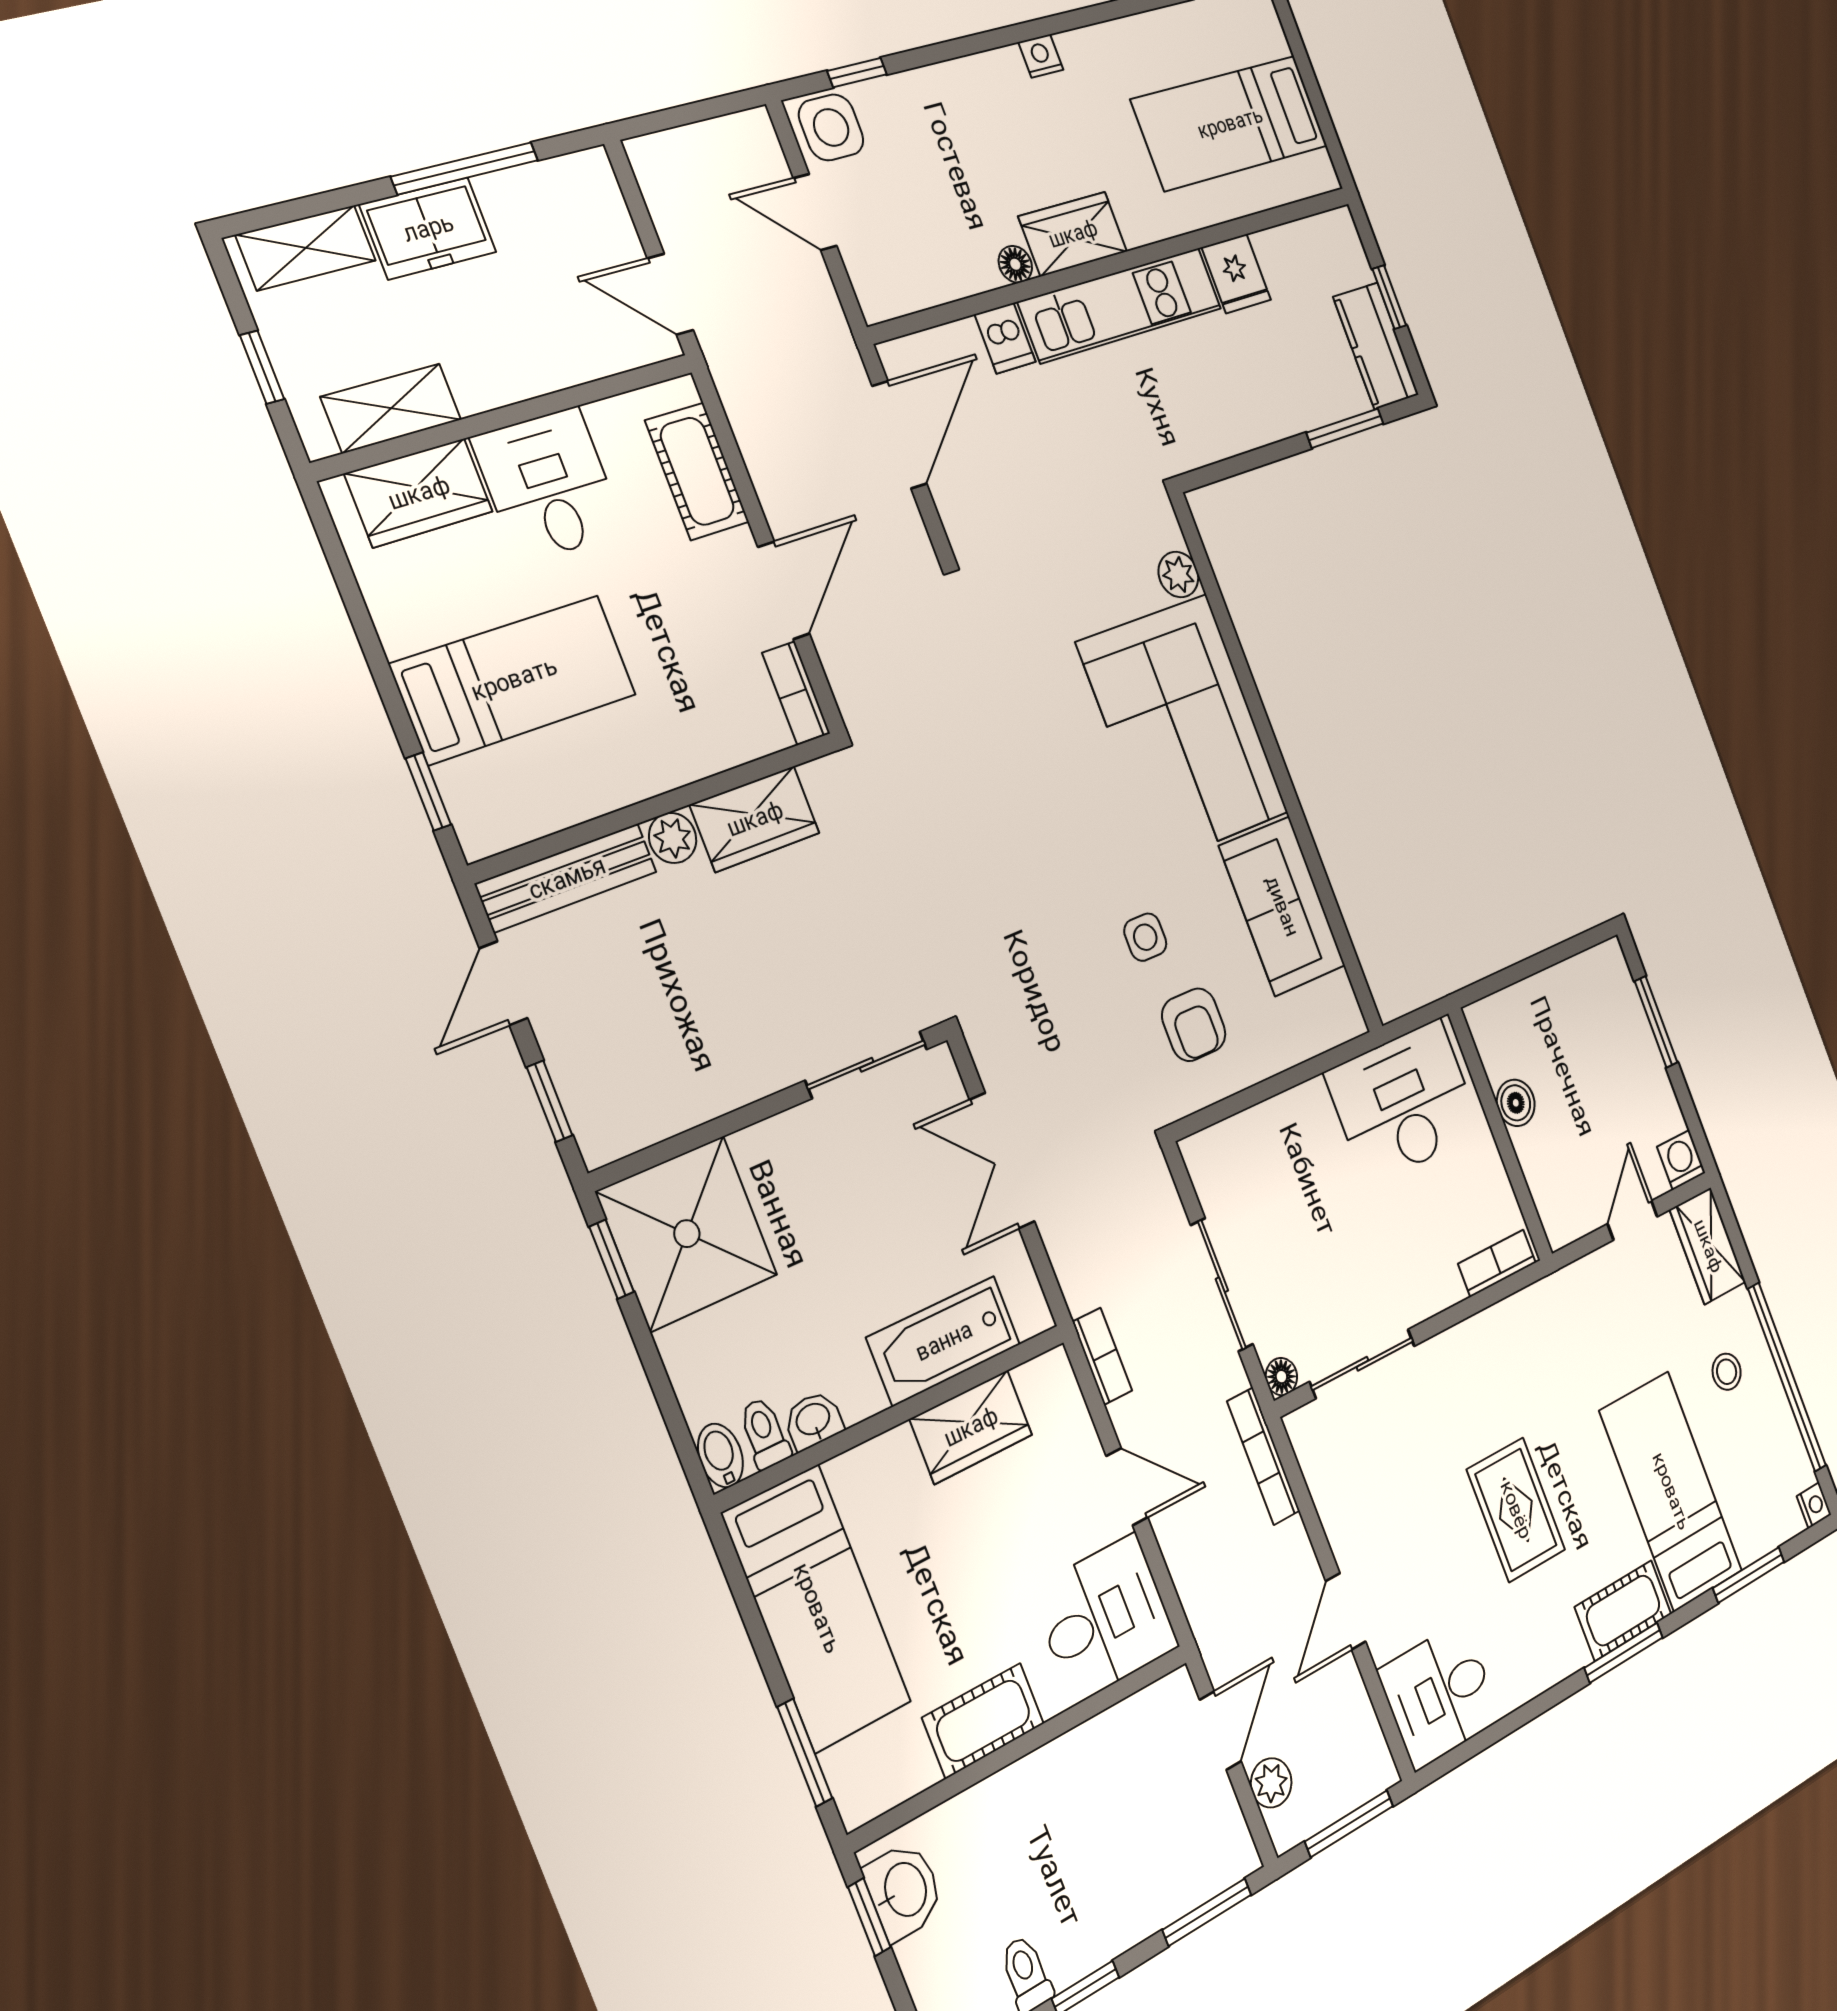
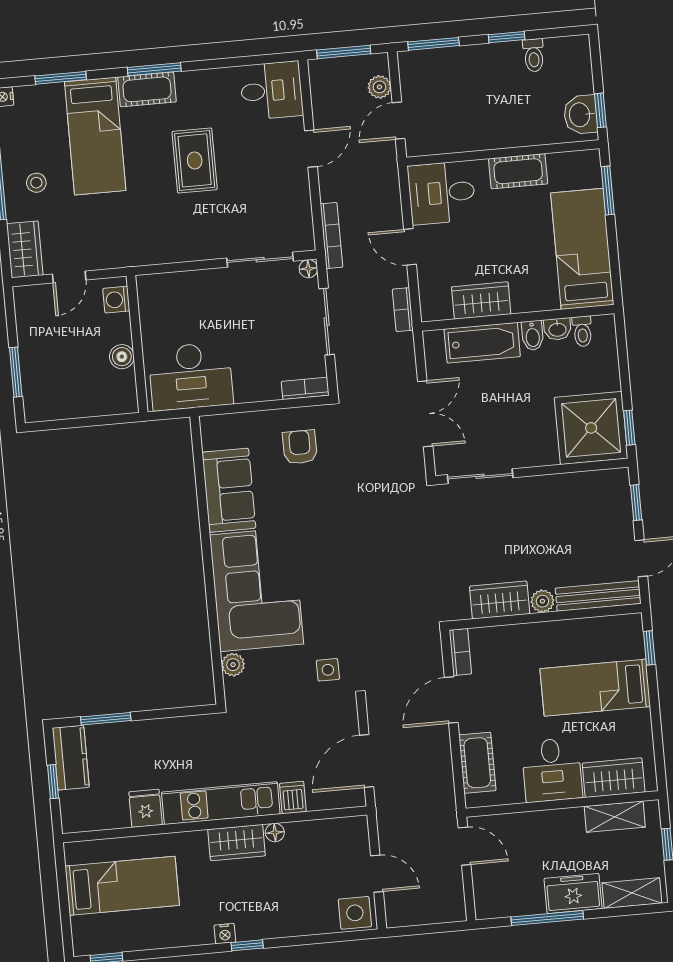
window: (857, 73) -> (247, 945), moved
side table: (1145, 937) -> (328, 670), moved
washing machine: (1681, 1160) -> (116, 300), moved, turned 90
bookcase: (1497, 1263) -> (305, 388), moved, turned 180
bidet: (720, 1456) -> (533, 336), moved

